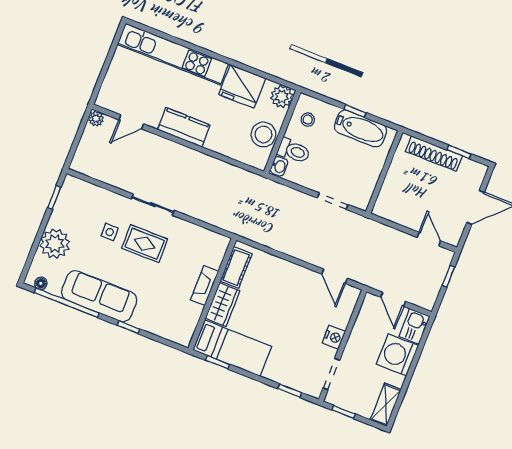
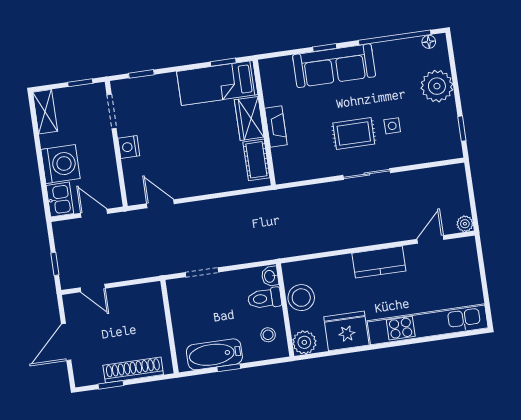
sofa: (99, 296) -> (334, 66), moved

